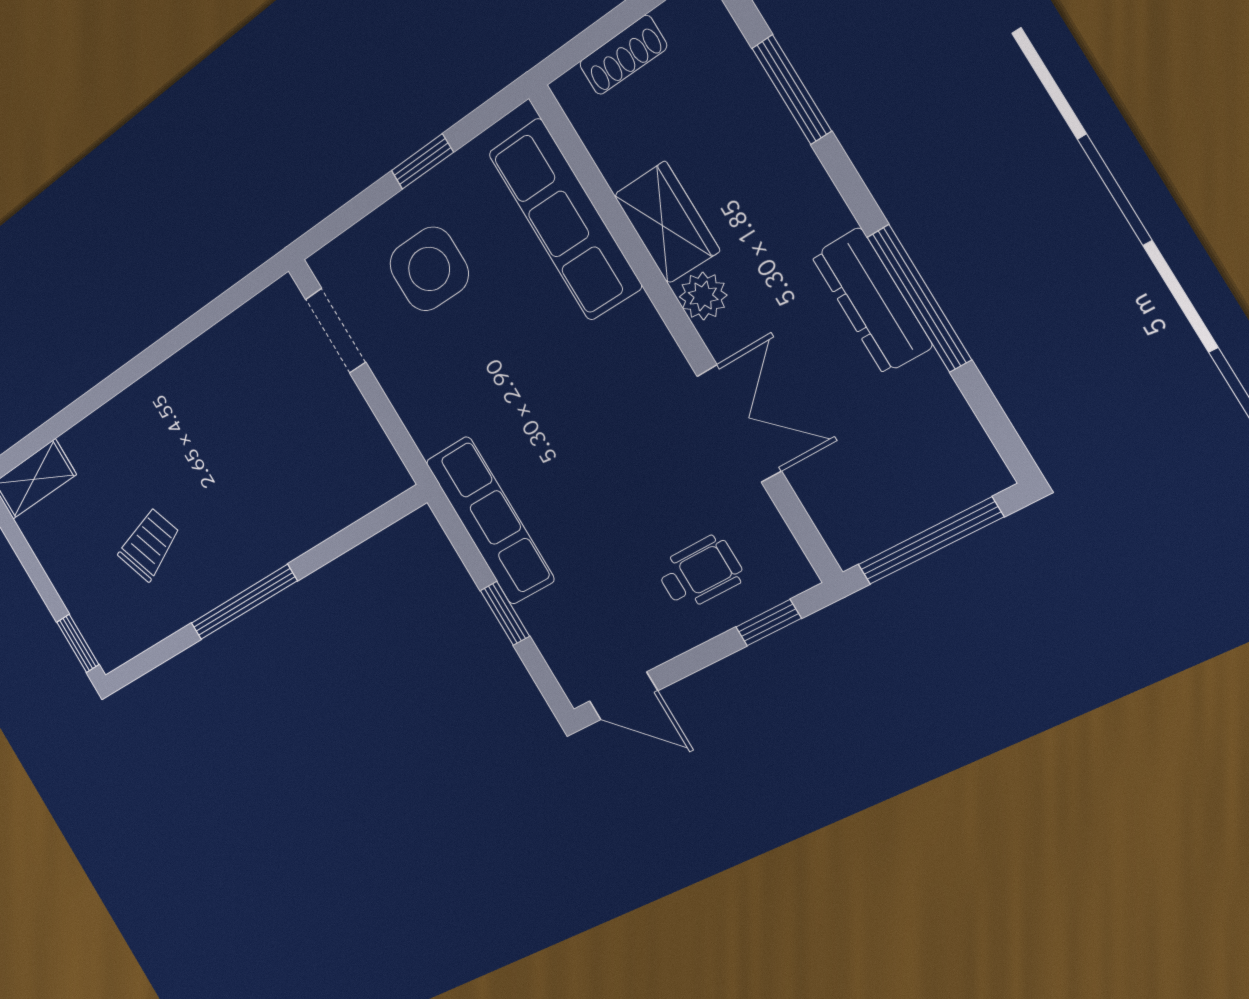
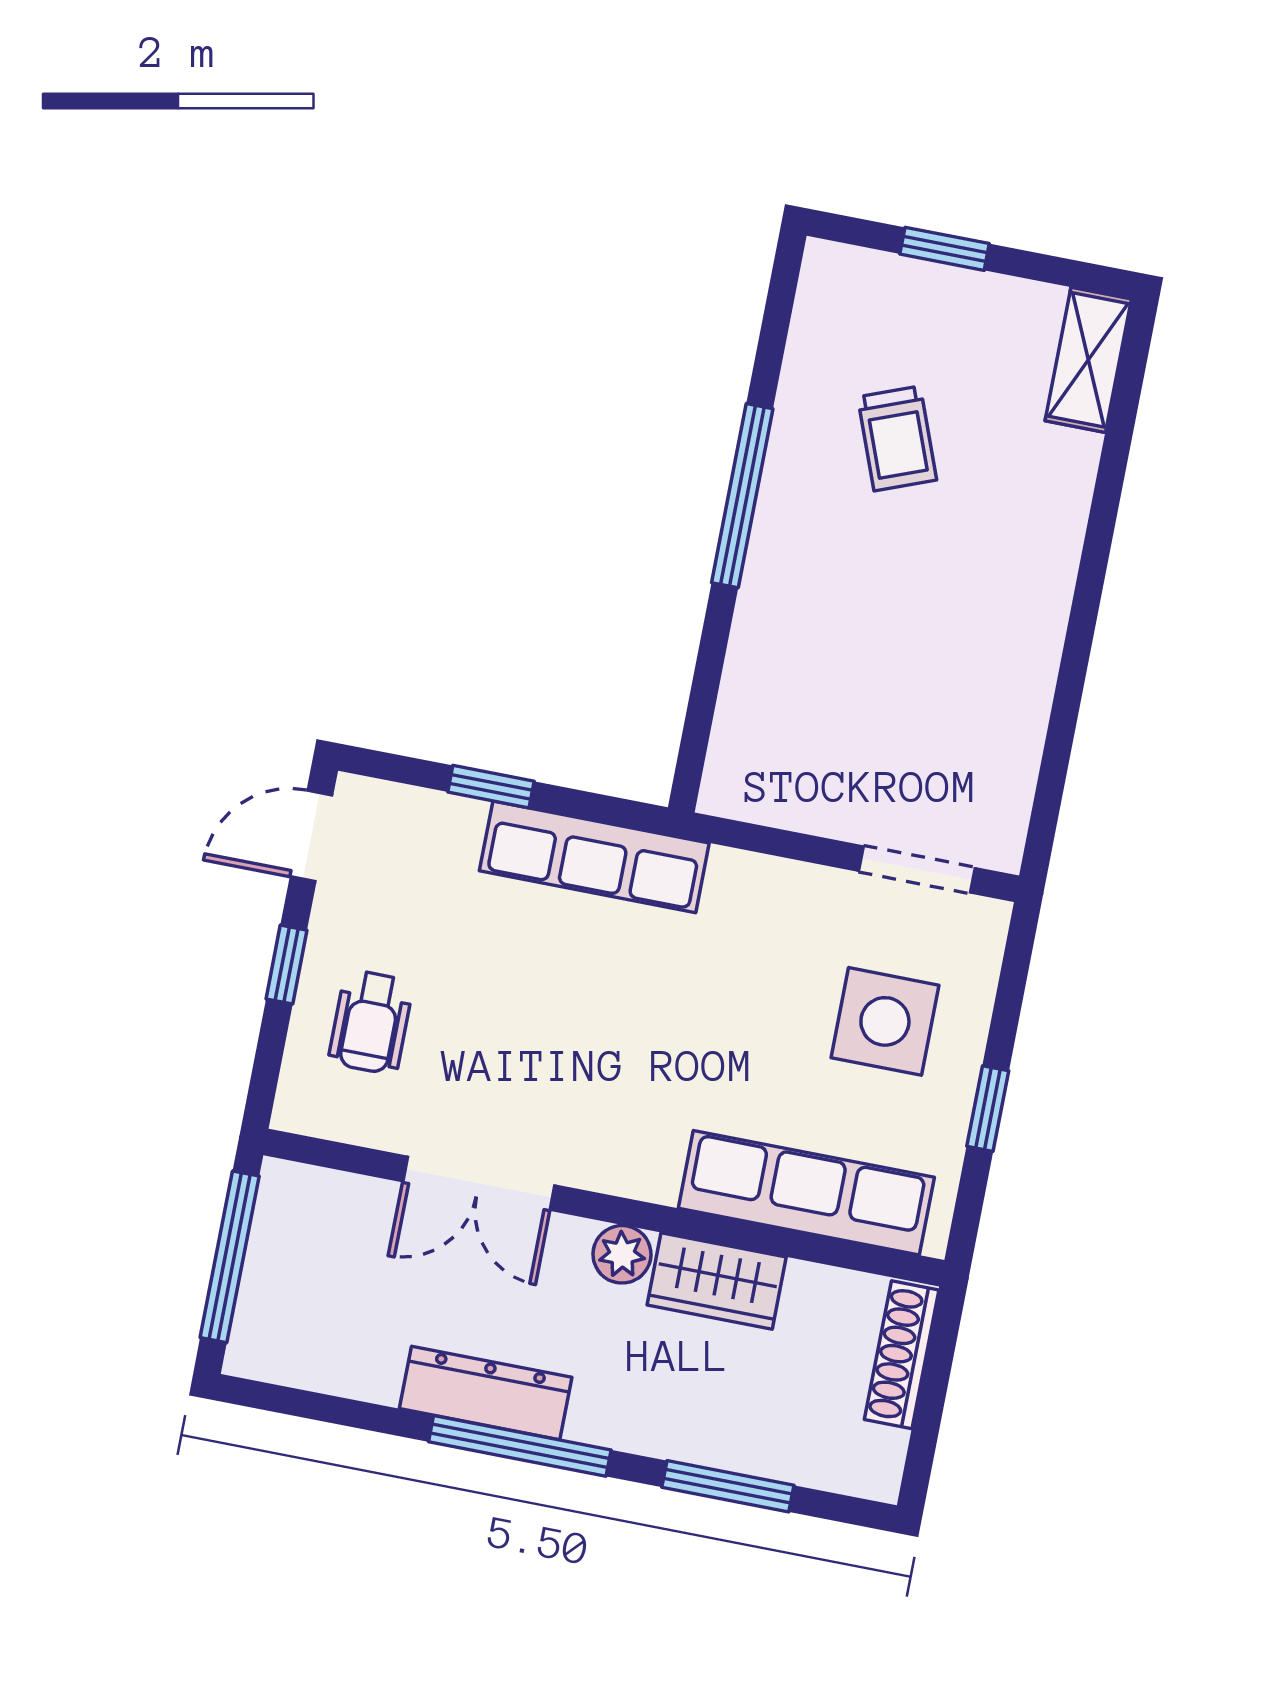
shoe rack: (623, 55) -> (902, 1355), width x1.43
window: (919, 298) -> (520, 1446), moved
window: (768, 623) -> (286, 965), moved
window: (78, 643) -> (945, 249), moved

